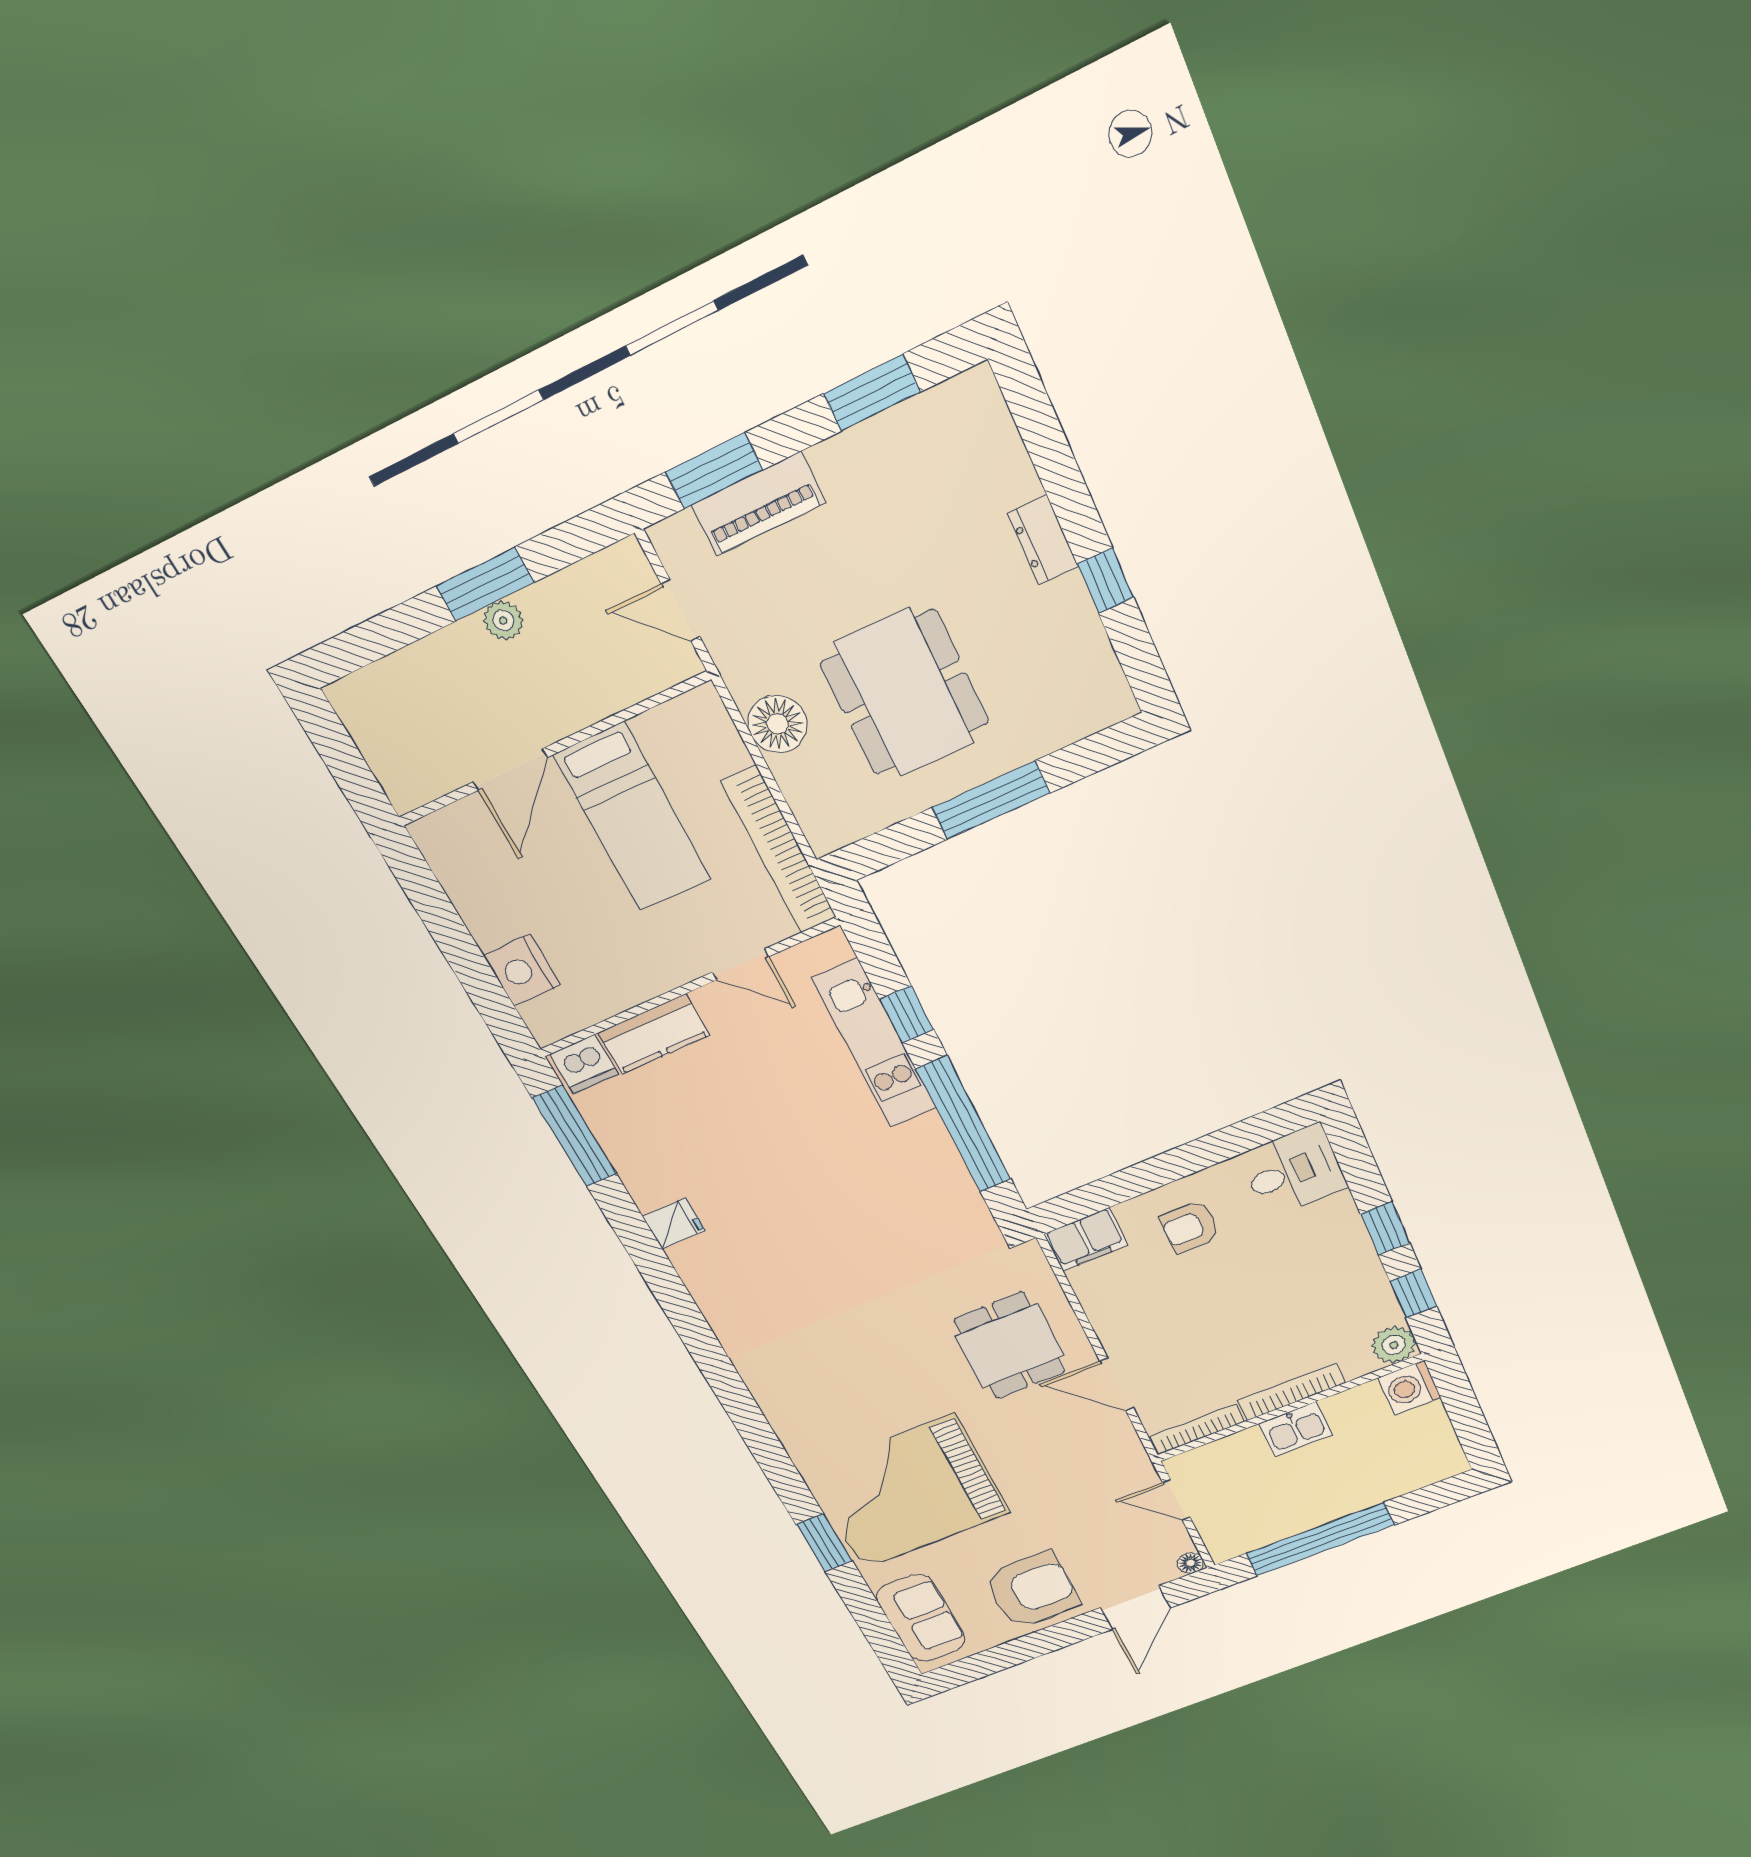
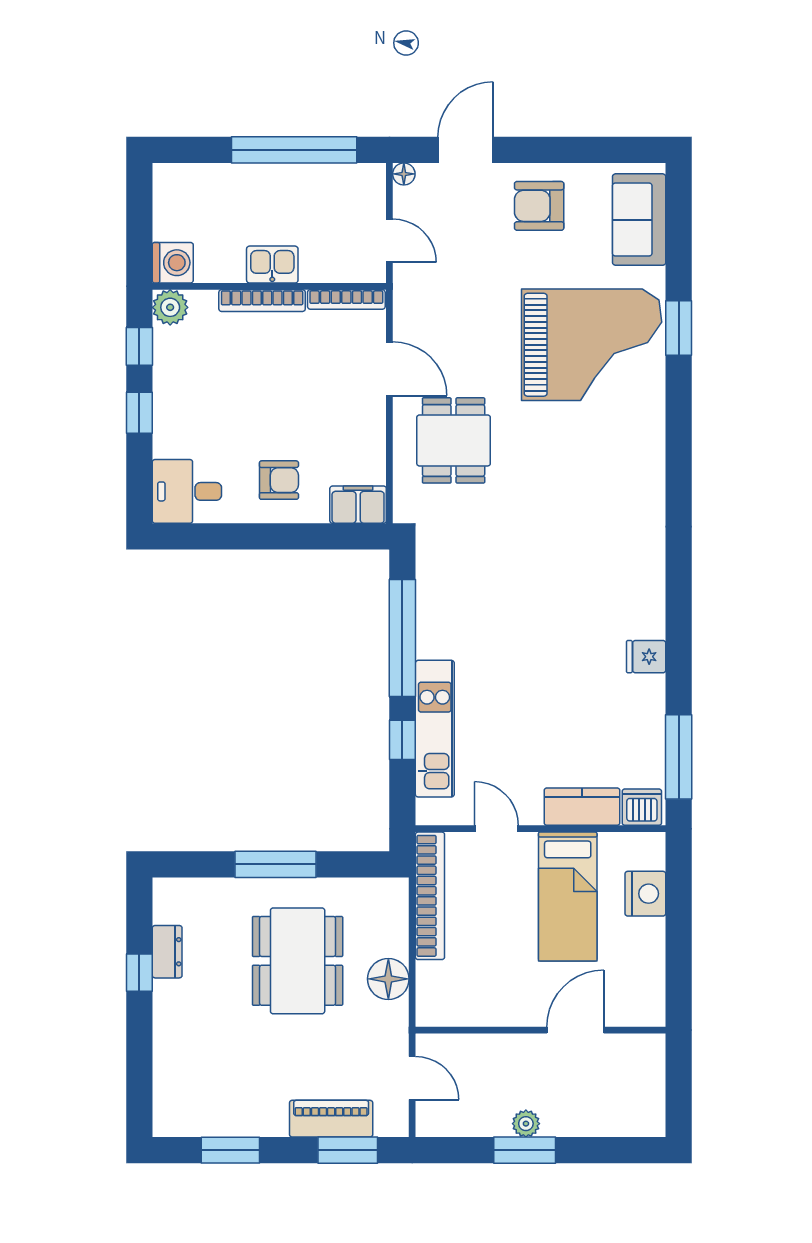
dresser: (1043, 540) -> (167, 952), moved
bed: (632, 818) -> (568, 897), moved, turned 180
armchair: (1032, 1590) -> (539, 206), width x0.73, depth x0.73

